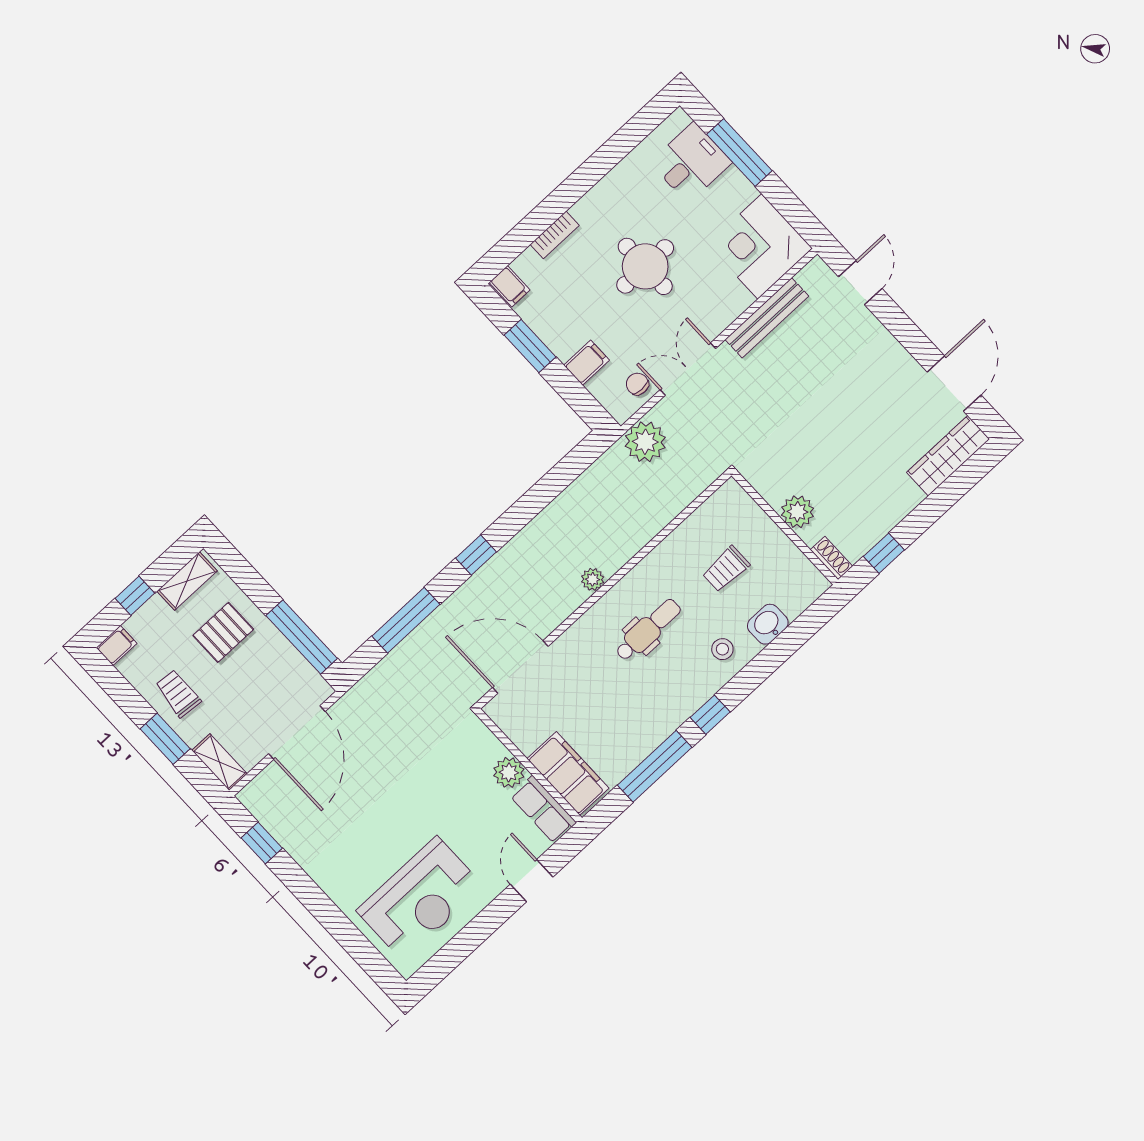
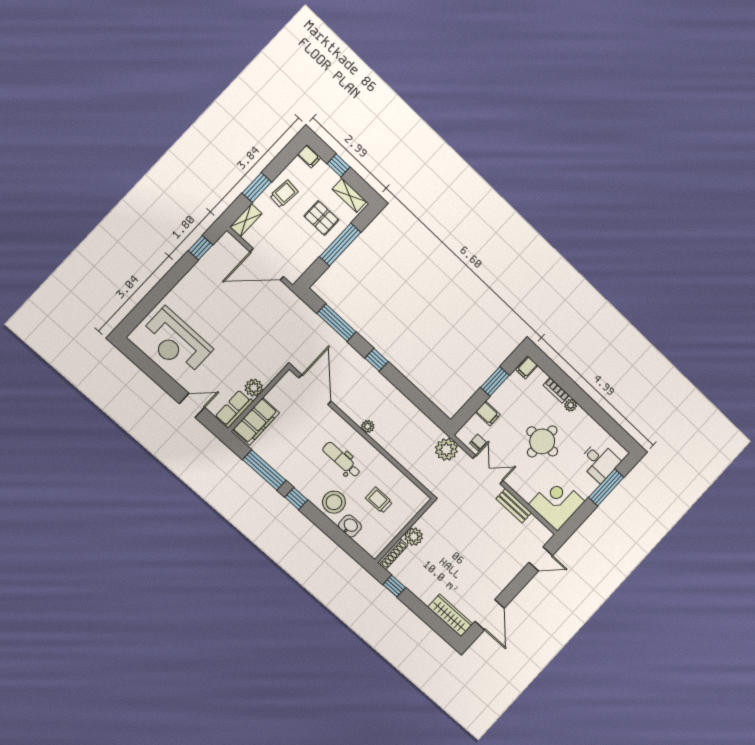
plant: (584, 210) -> (571, 405), added
bench: (767, 318) -> (514, 506), width x0.73
door: (954, 384) -> (490, 615), hinge flipped
shoe rack: (832, 558) -> (393, 554), width x1.43
dental chair: (648, 630) -> (342, 460), turned 180
window: (302, 637) -> (340, 244), moved
stool: (722, 649) -> (334, 502), width x1.89, depth x1.89

